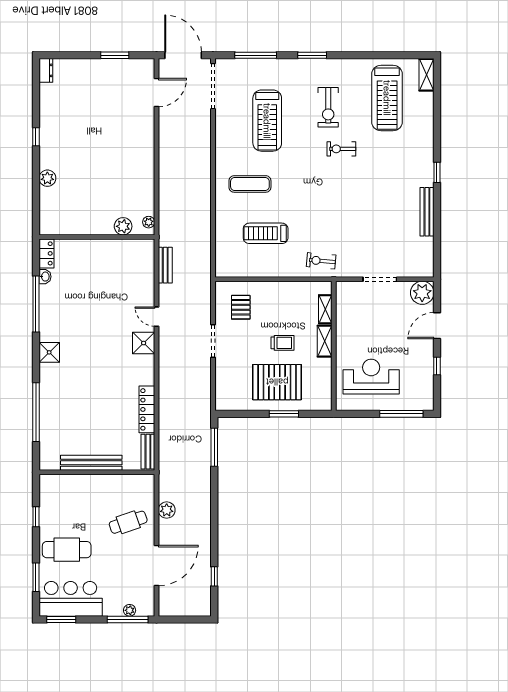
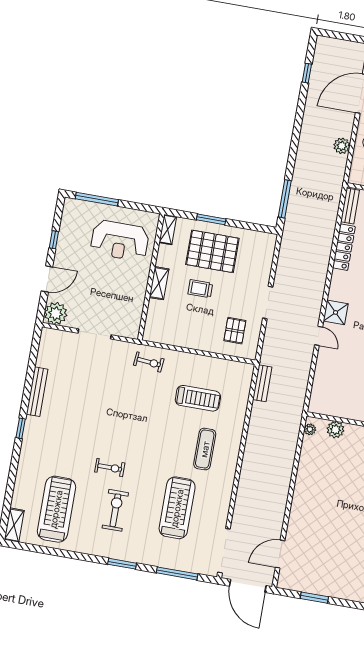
exercise mat: (250, 184) -> (205, 449), turned 90
bench: (165, 265) -> (262, 383), moved
shelving: (325, 309) -> (168, 230), moved

